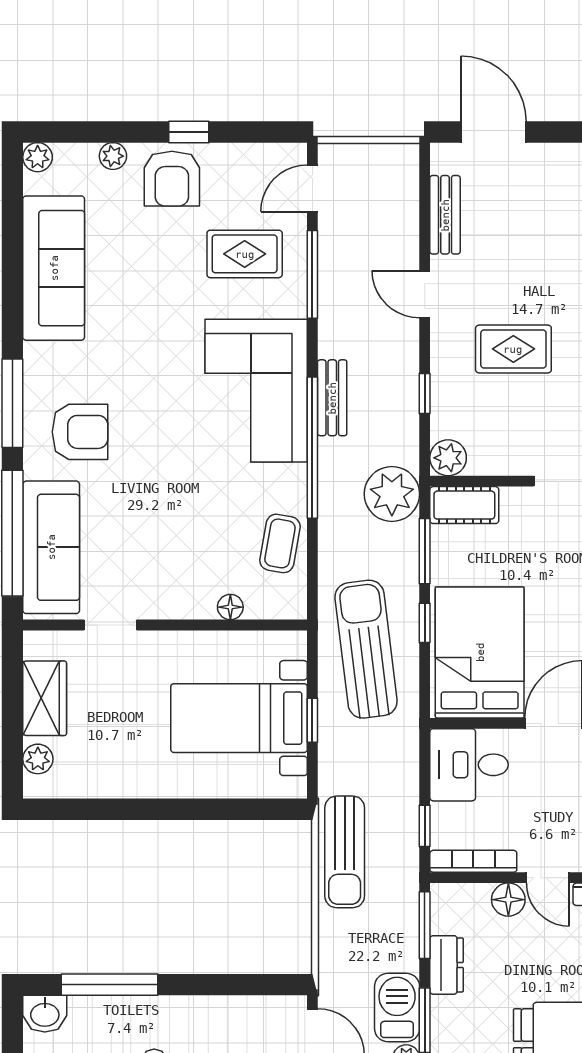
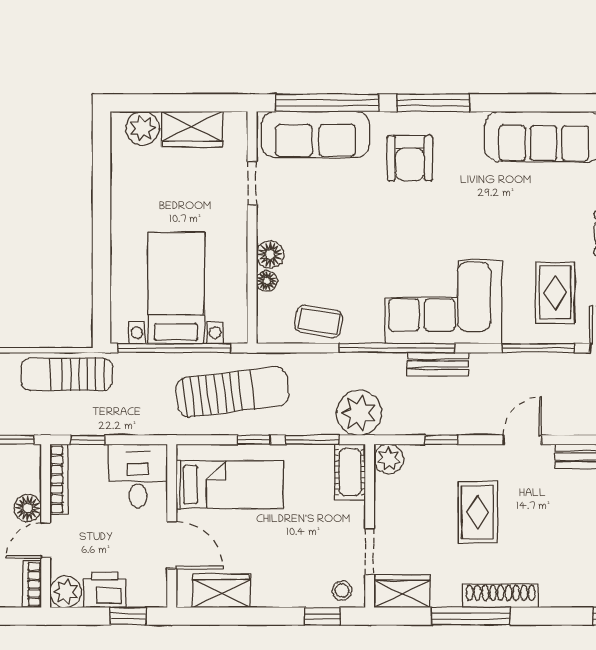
floor lamp: (198, 603) -> (270, 255), added
bed: (480, 652) -> (230, 485), width x0.67
window: (312, 720) -> (174, 348), width x3.17
plant: (38, 759) -> (143, 128), width x1.38, depth x1.38

